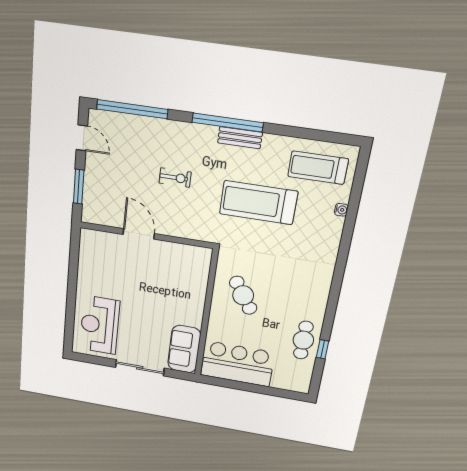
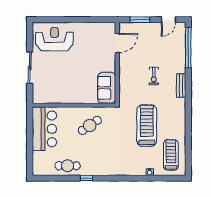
window: (227, 123) -> (188, 102), removed
bench: (240, 138) -> (181, 85), moved
door: (139, 234) -> (117, 43), moved
sofa: (184, 349) -> (107, 88), moved, turned -90
window: (322, 349) -> (86, 178), moved

